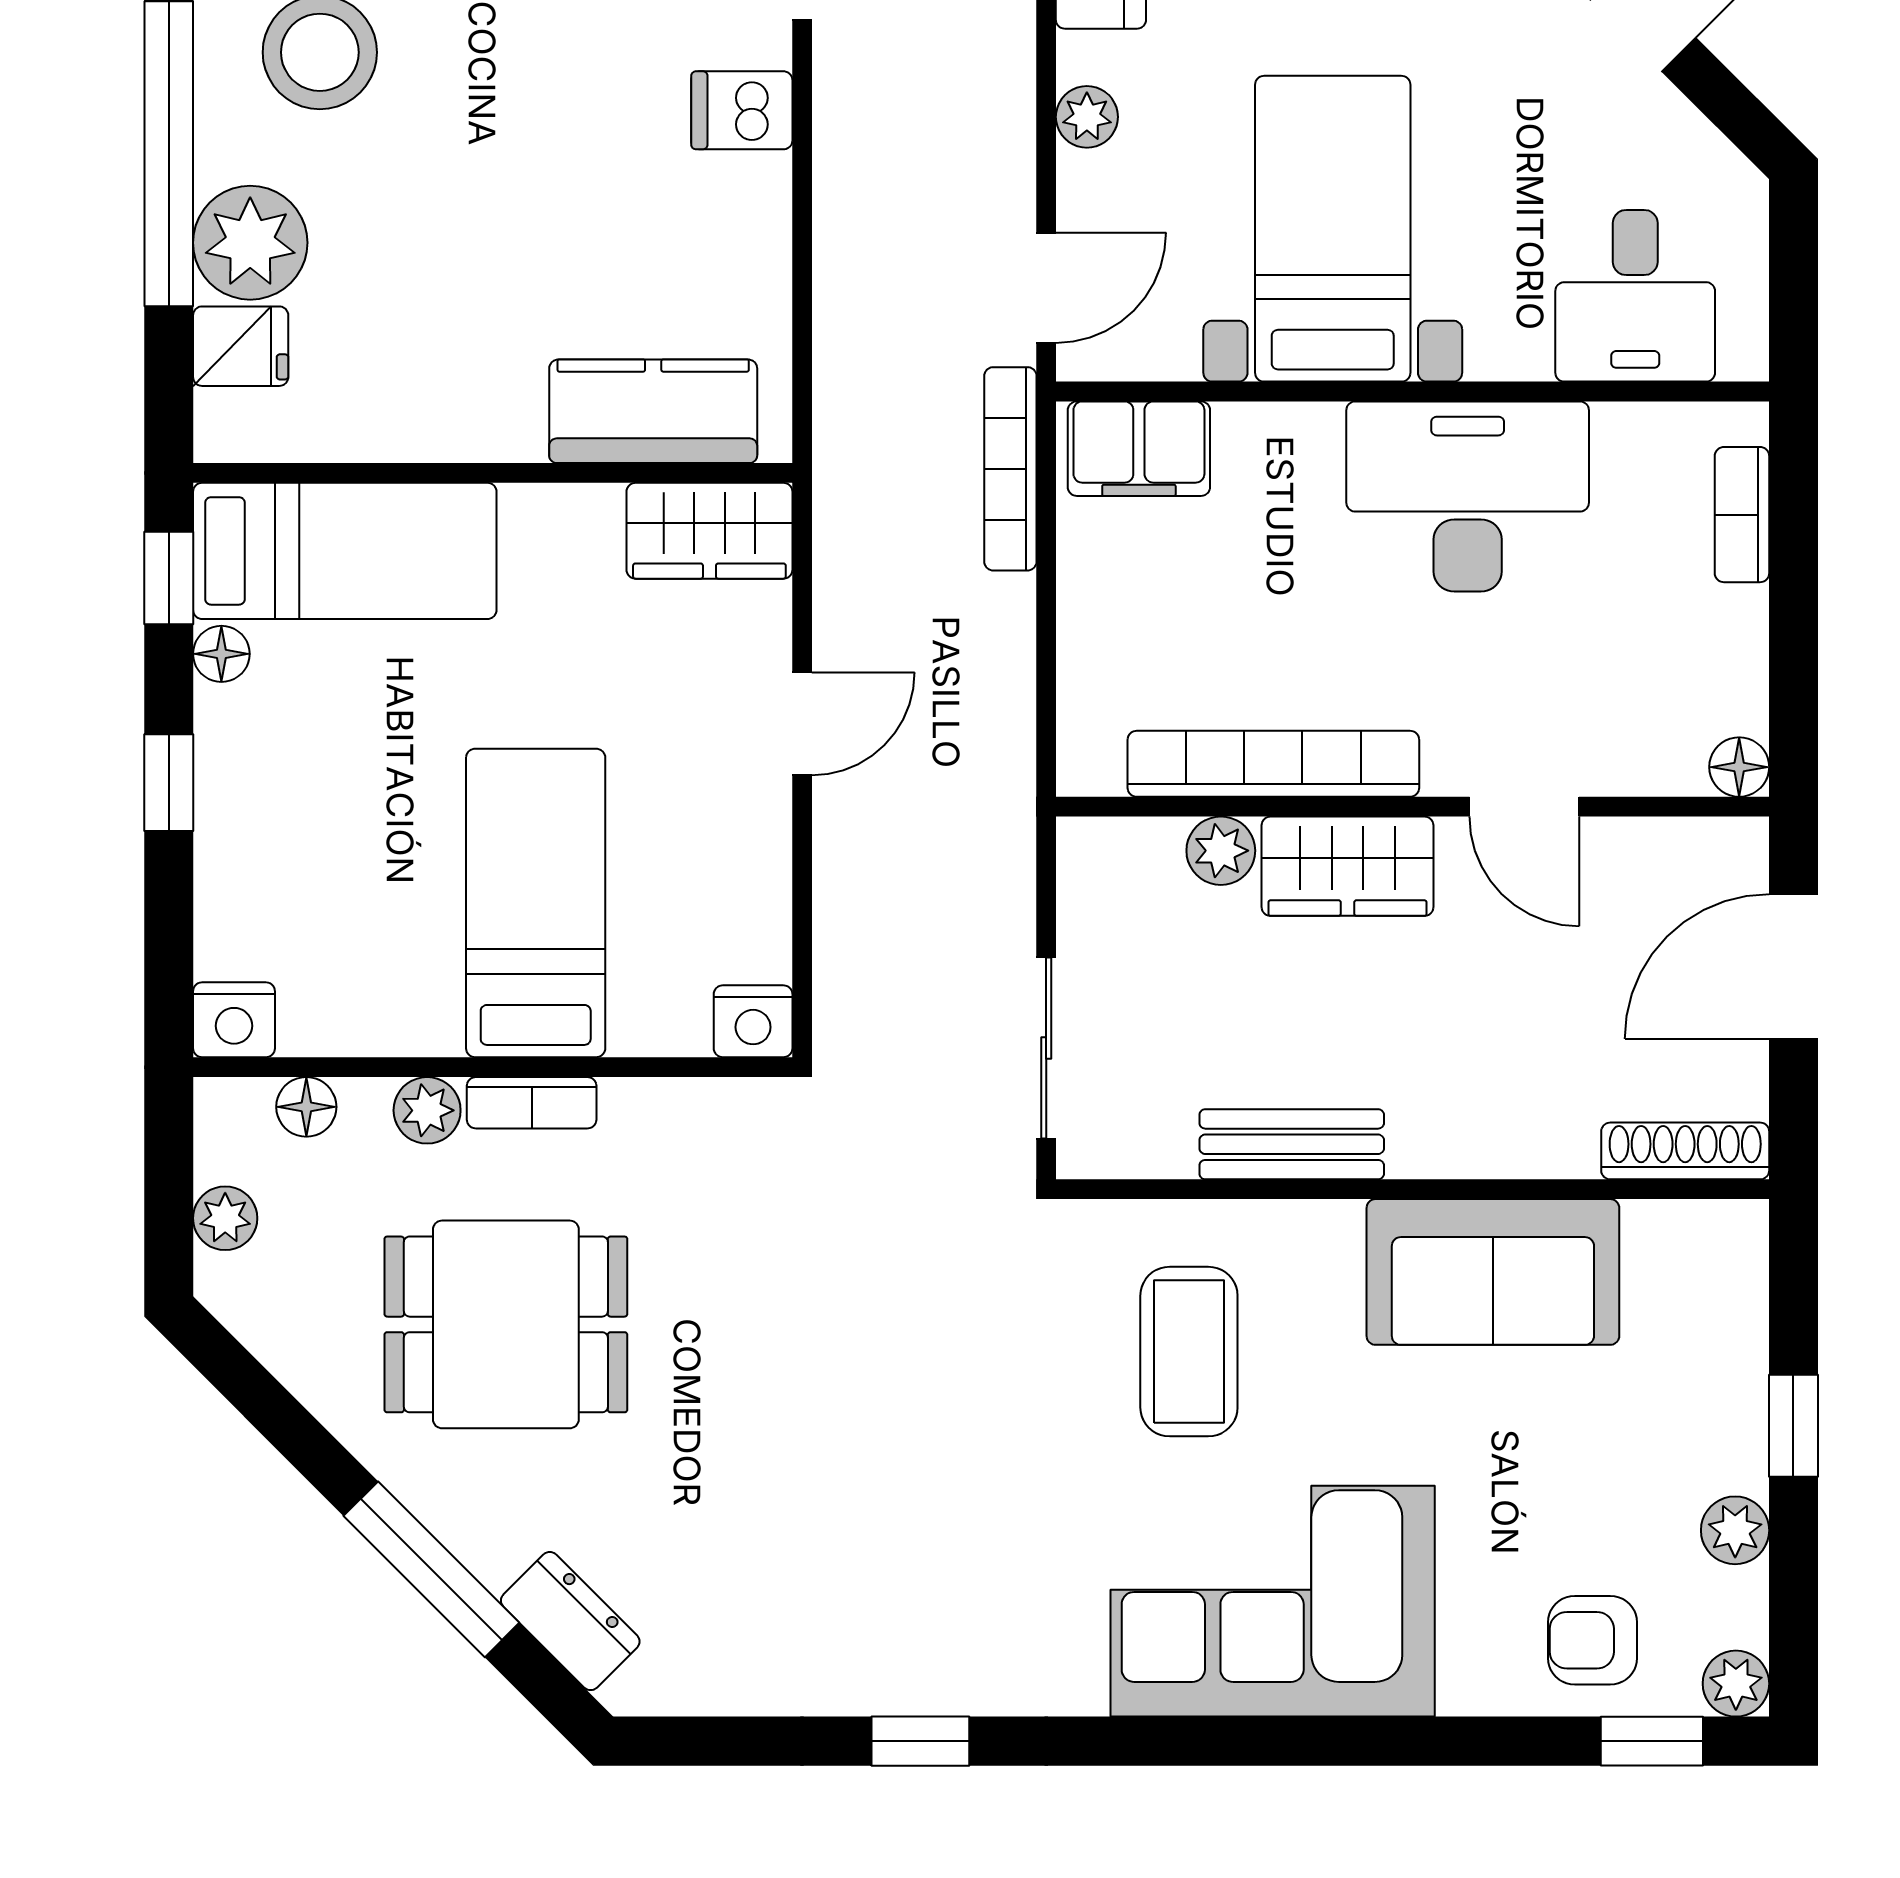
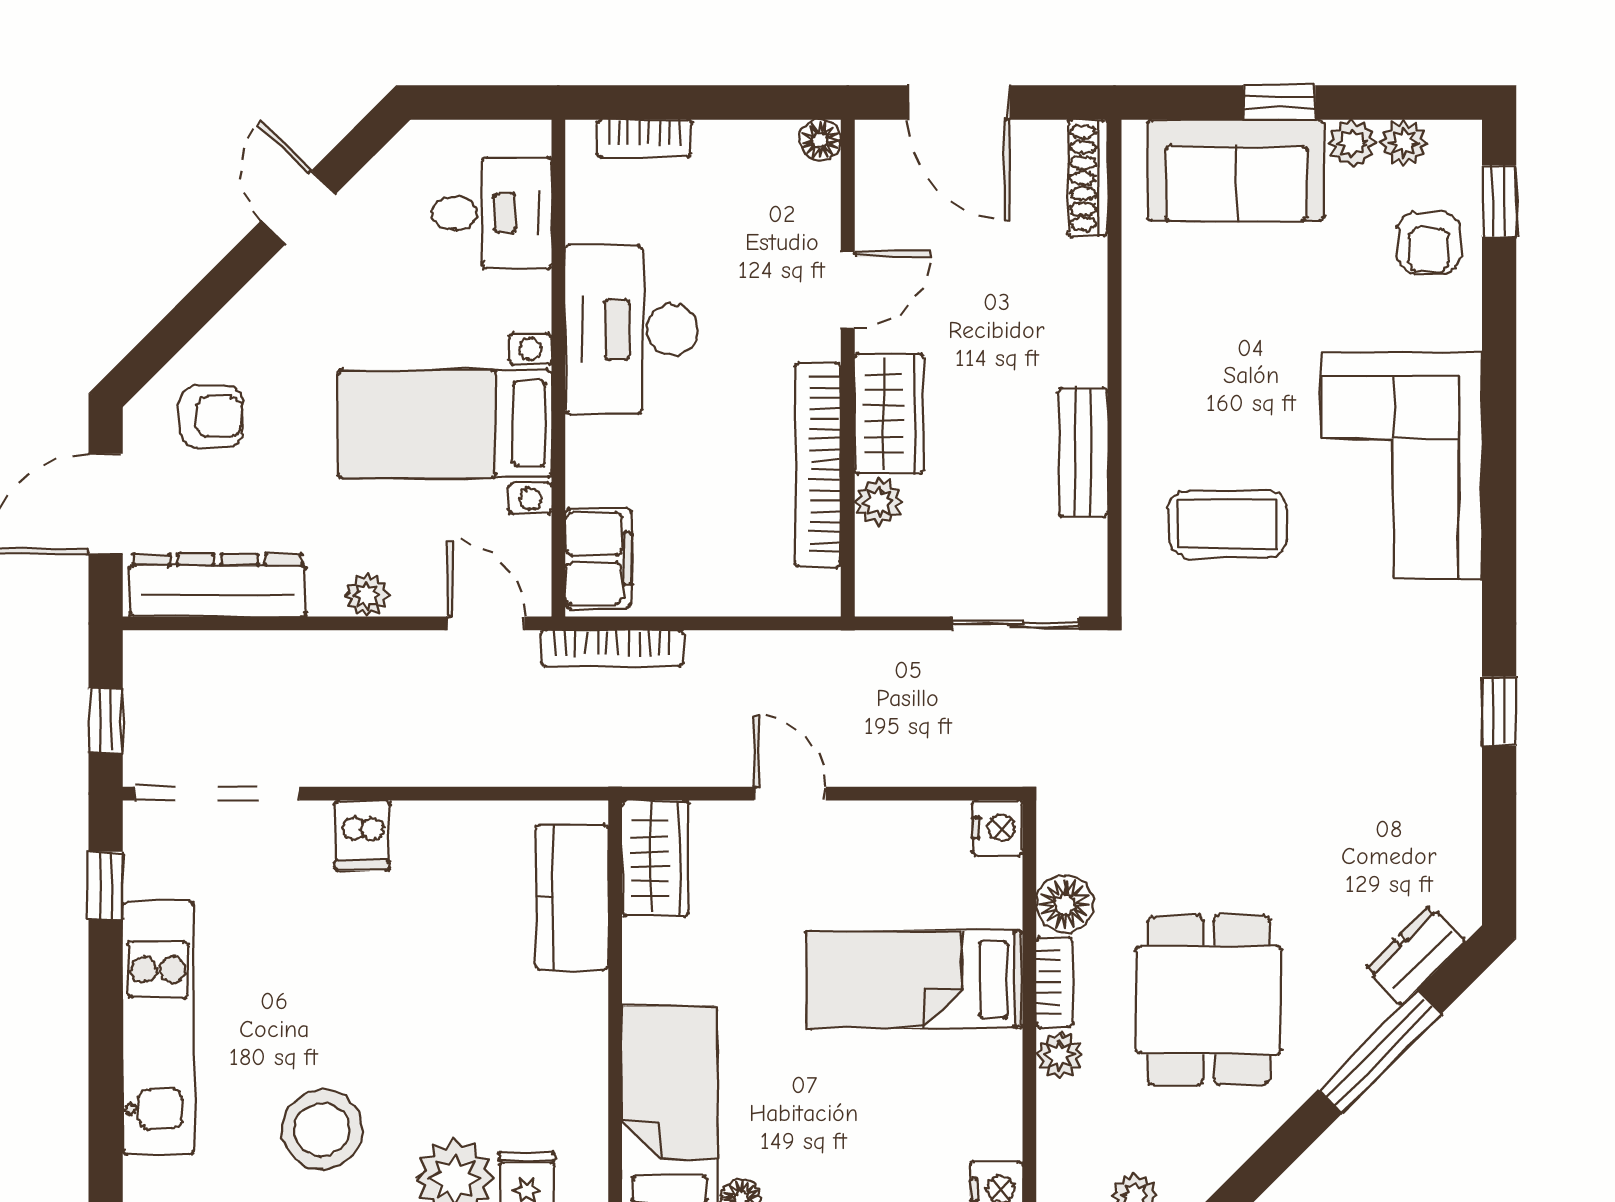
floor lamp: (306, 1107) -> (1065, 904), moved, width x1.37, depth x1.37
sofa: (1493, 1272) -> (1236, 170), moved, turned 90
plant: (1736, 1684) -> (1404, 143), moved

